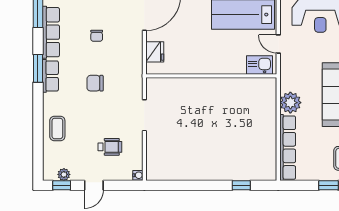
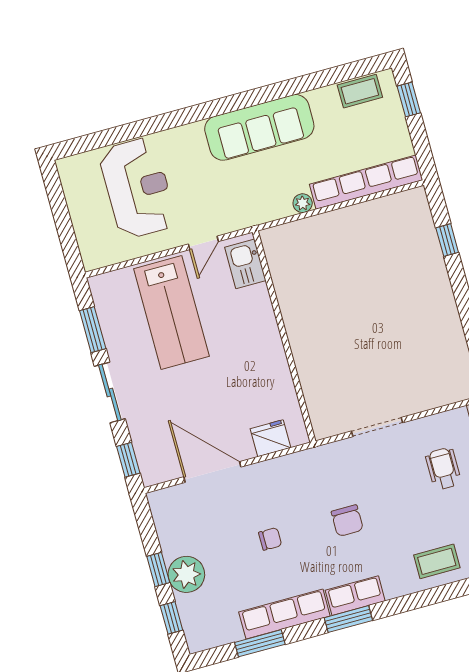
plant: (290, 103) -> (303, 203), width x0.53, depth x0.53

